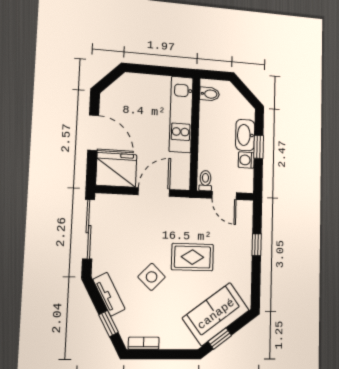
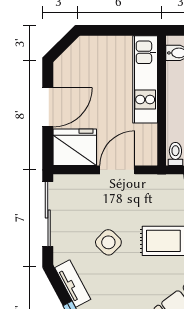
door: (93, 133) -> (48, 107), hinge flipped
side table: (152, 277) -> (108, 242), moved

